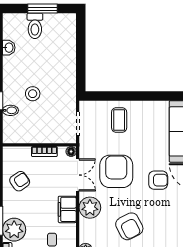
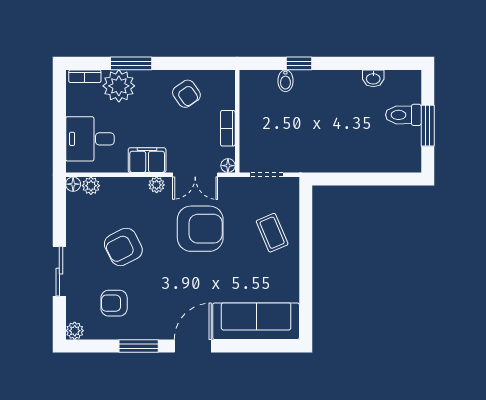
stool: (33, 94) -> (309, 112), removed
coffee table: (119, 120) -> (272, 233), turned 67
armchair: (158, 180) -> (114, 303), moved, turned 90
plant: (90, 208) -> (157, 185), width x0.53, depth x0.53

